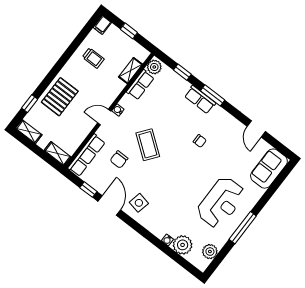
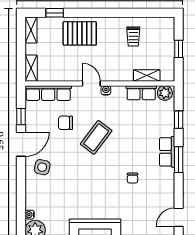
filing cabinet: (102, 25) -> (166, 23), removed

